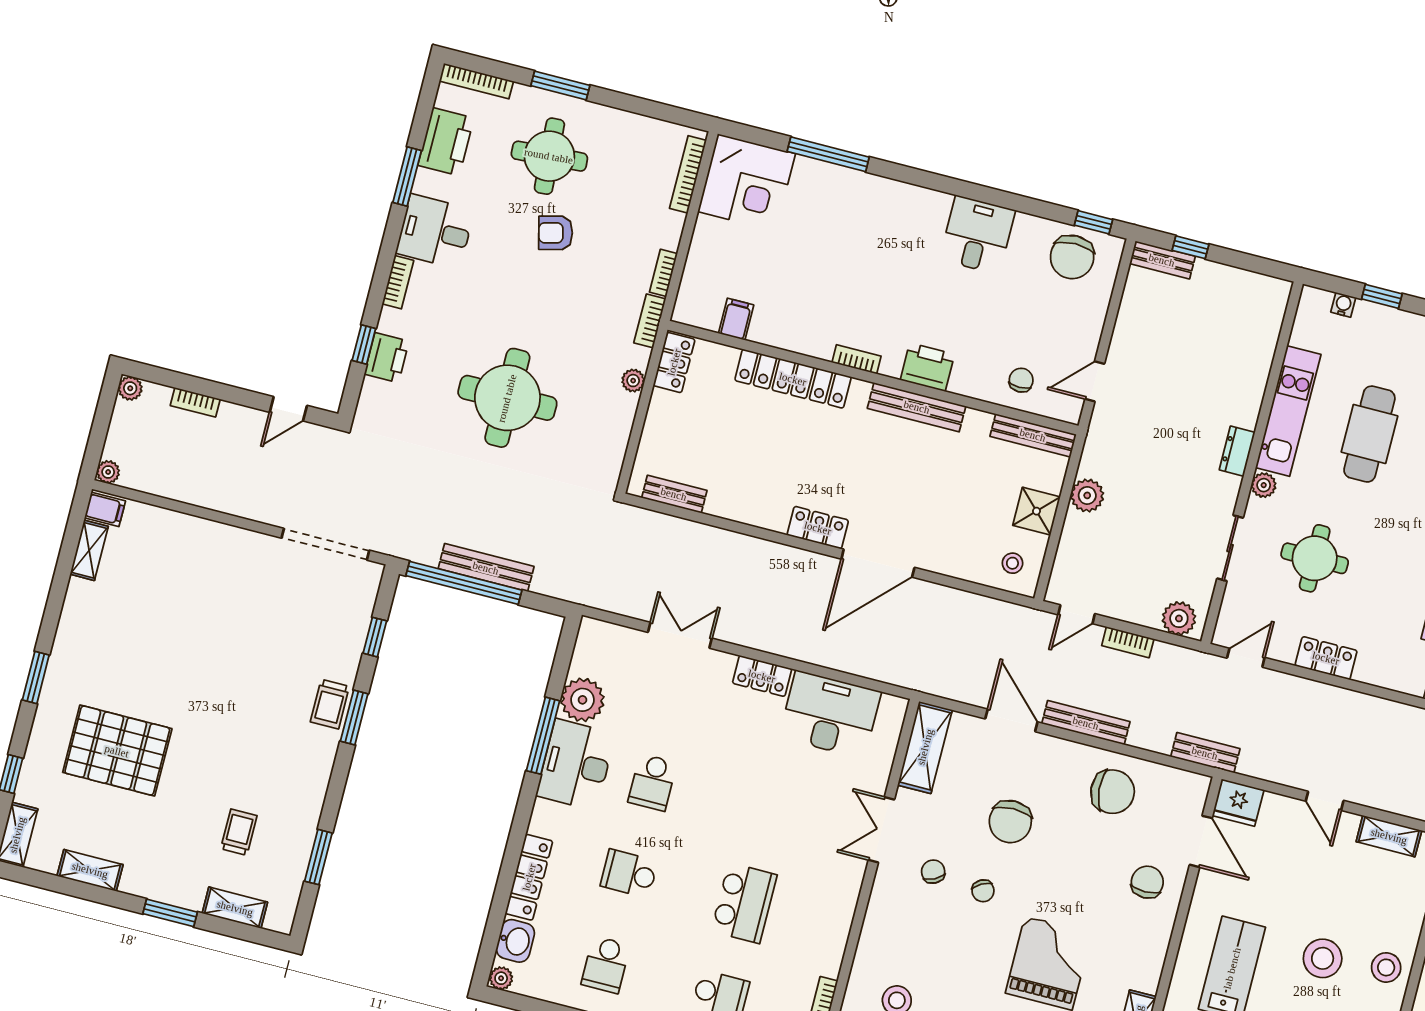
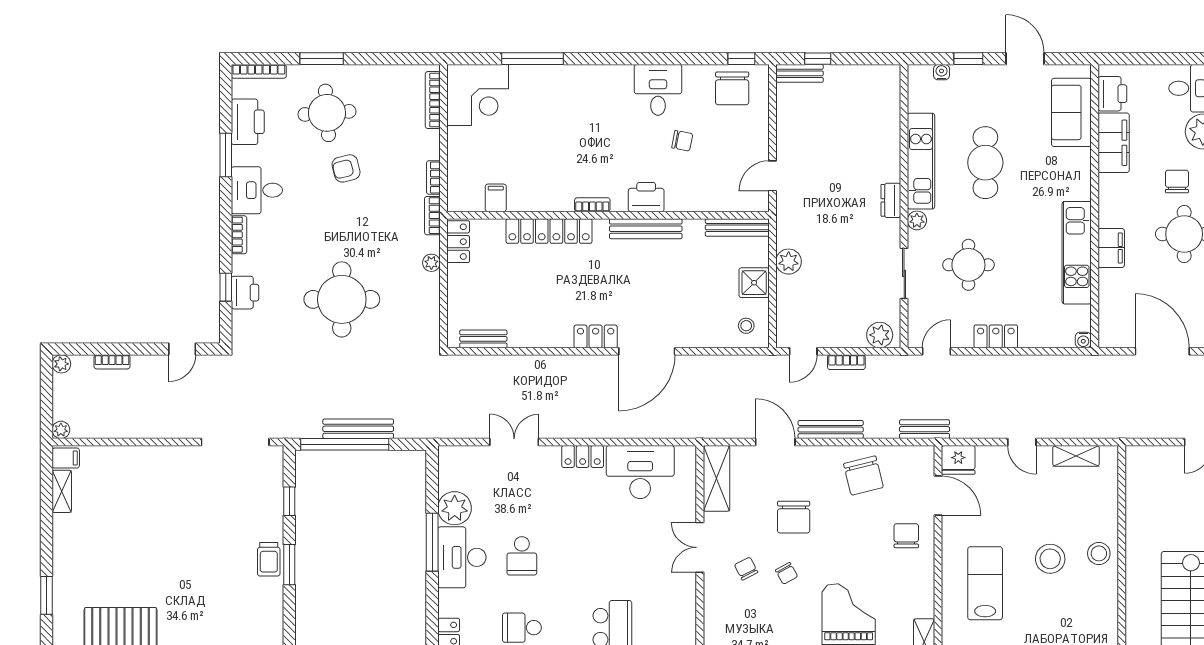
chair: (1021, 380) -> (682, 141), moved, turned 101
chair: (1113, 792) -> (863, 476), turned 81

